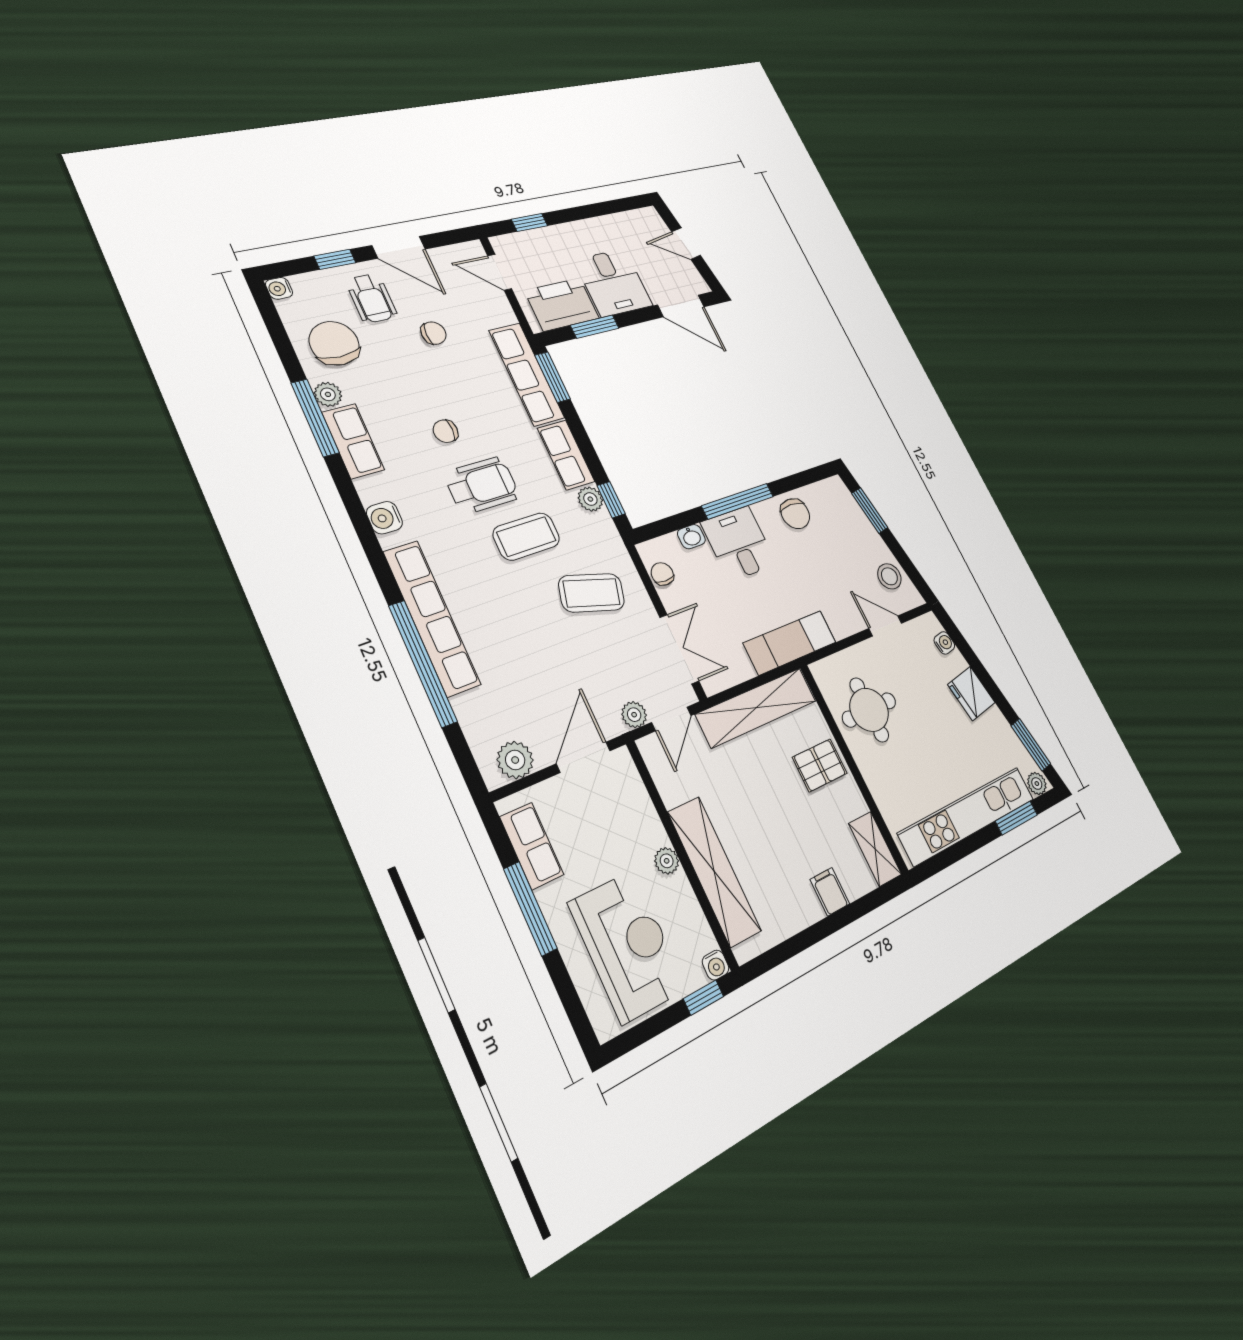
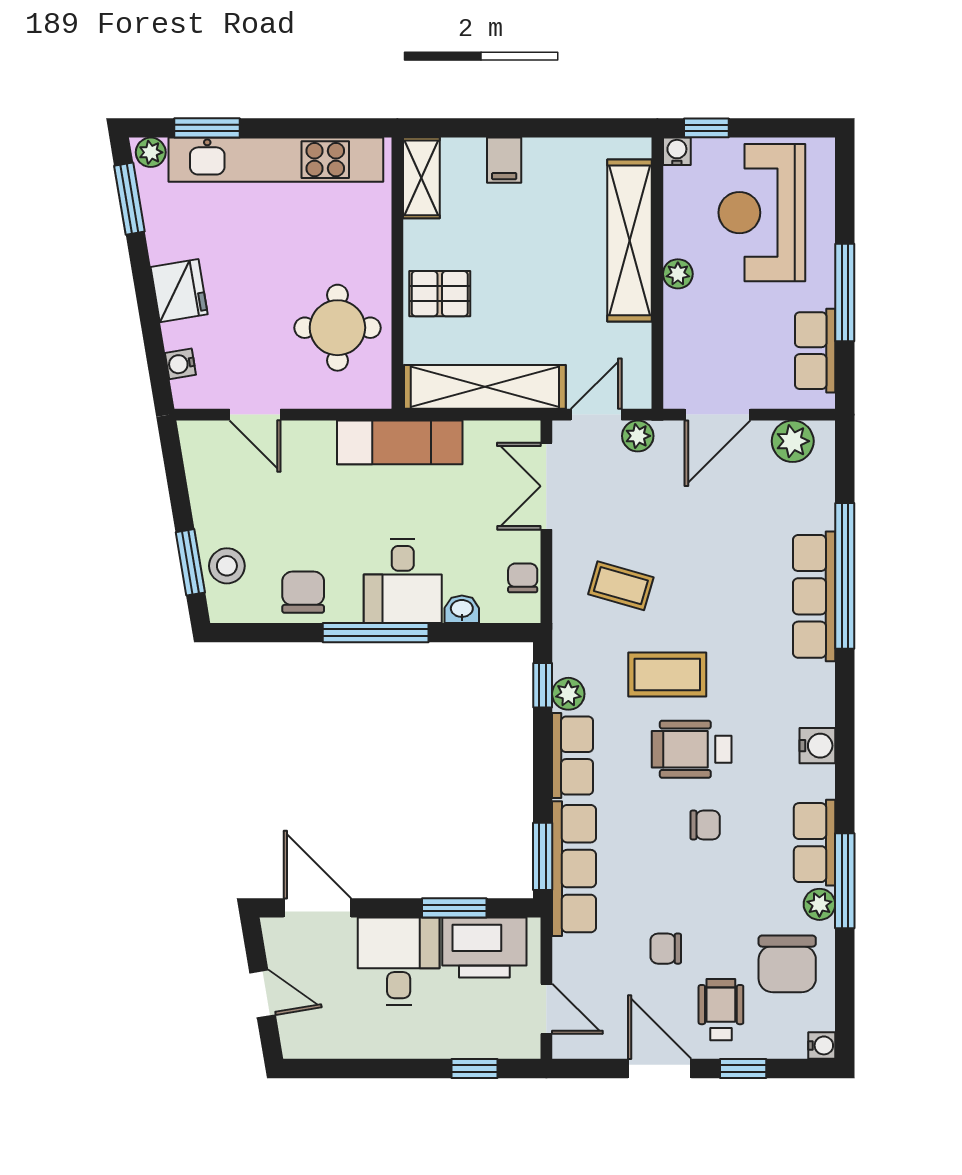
chair: (662, 574) -> (523, 578), turned 180
stool: (889, 576) -> (227, 566), moved
coffee table: (592, 593) -> (621, 586), width x0.73, depth x0.77
row of seats: (432, 618) -> (814, 596), width x0.73

